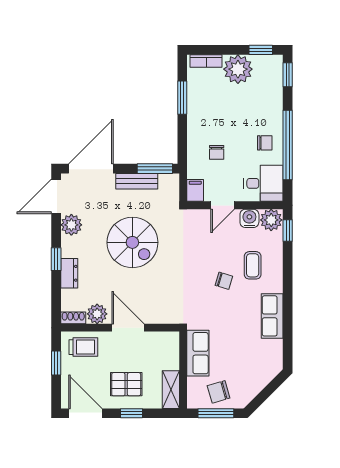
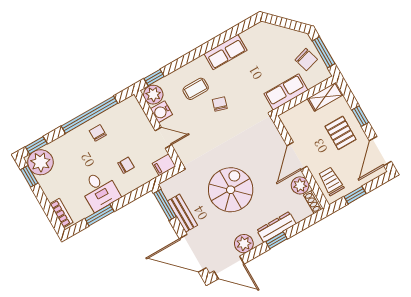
plant: (238, 69) -> (40, 162), moved
desk: (263, 183) -> (100, 190), moved, turned 180
dresser: (69, 273) -> (277, 227), width x1.44

